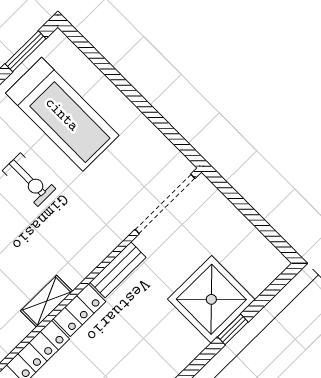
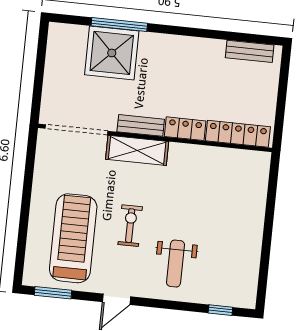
shelving: (47, 301) -> (137, 150), moved, width x1.50, depth x1.33
window: (233, 329) -> (119, 25), width x2.17

